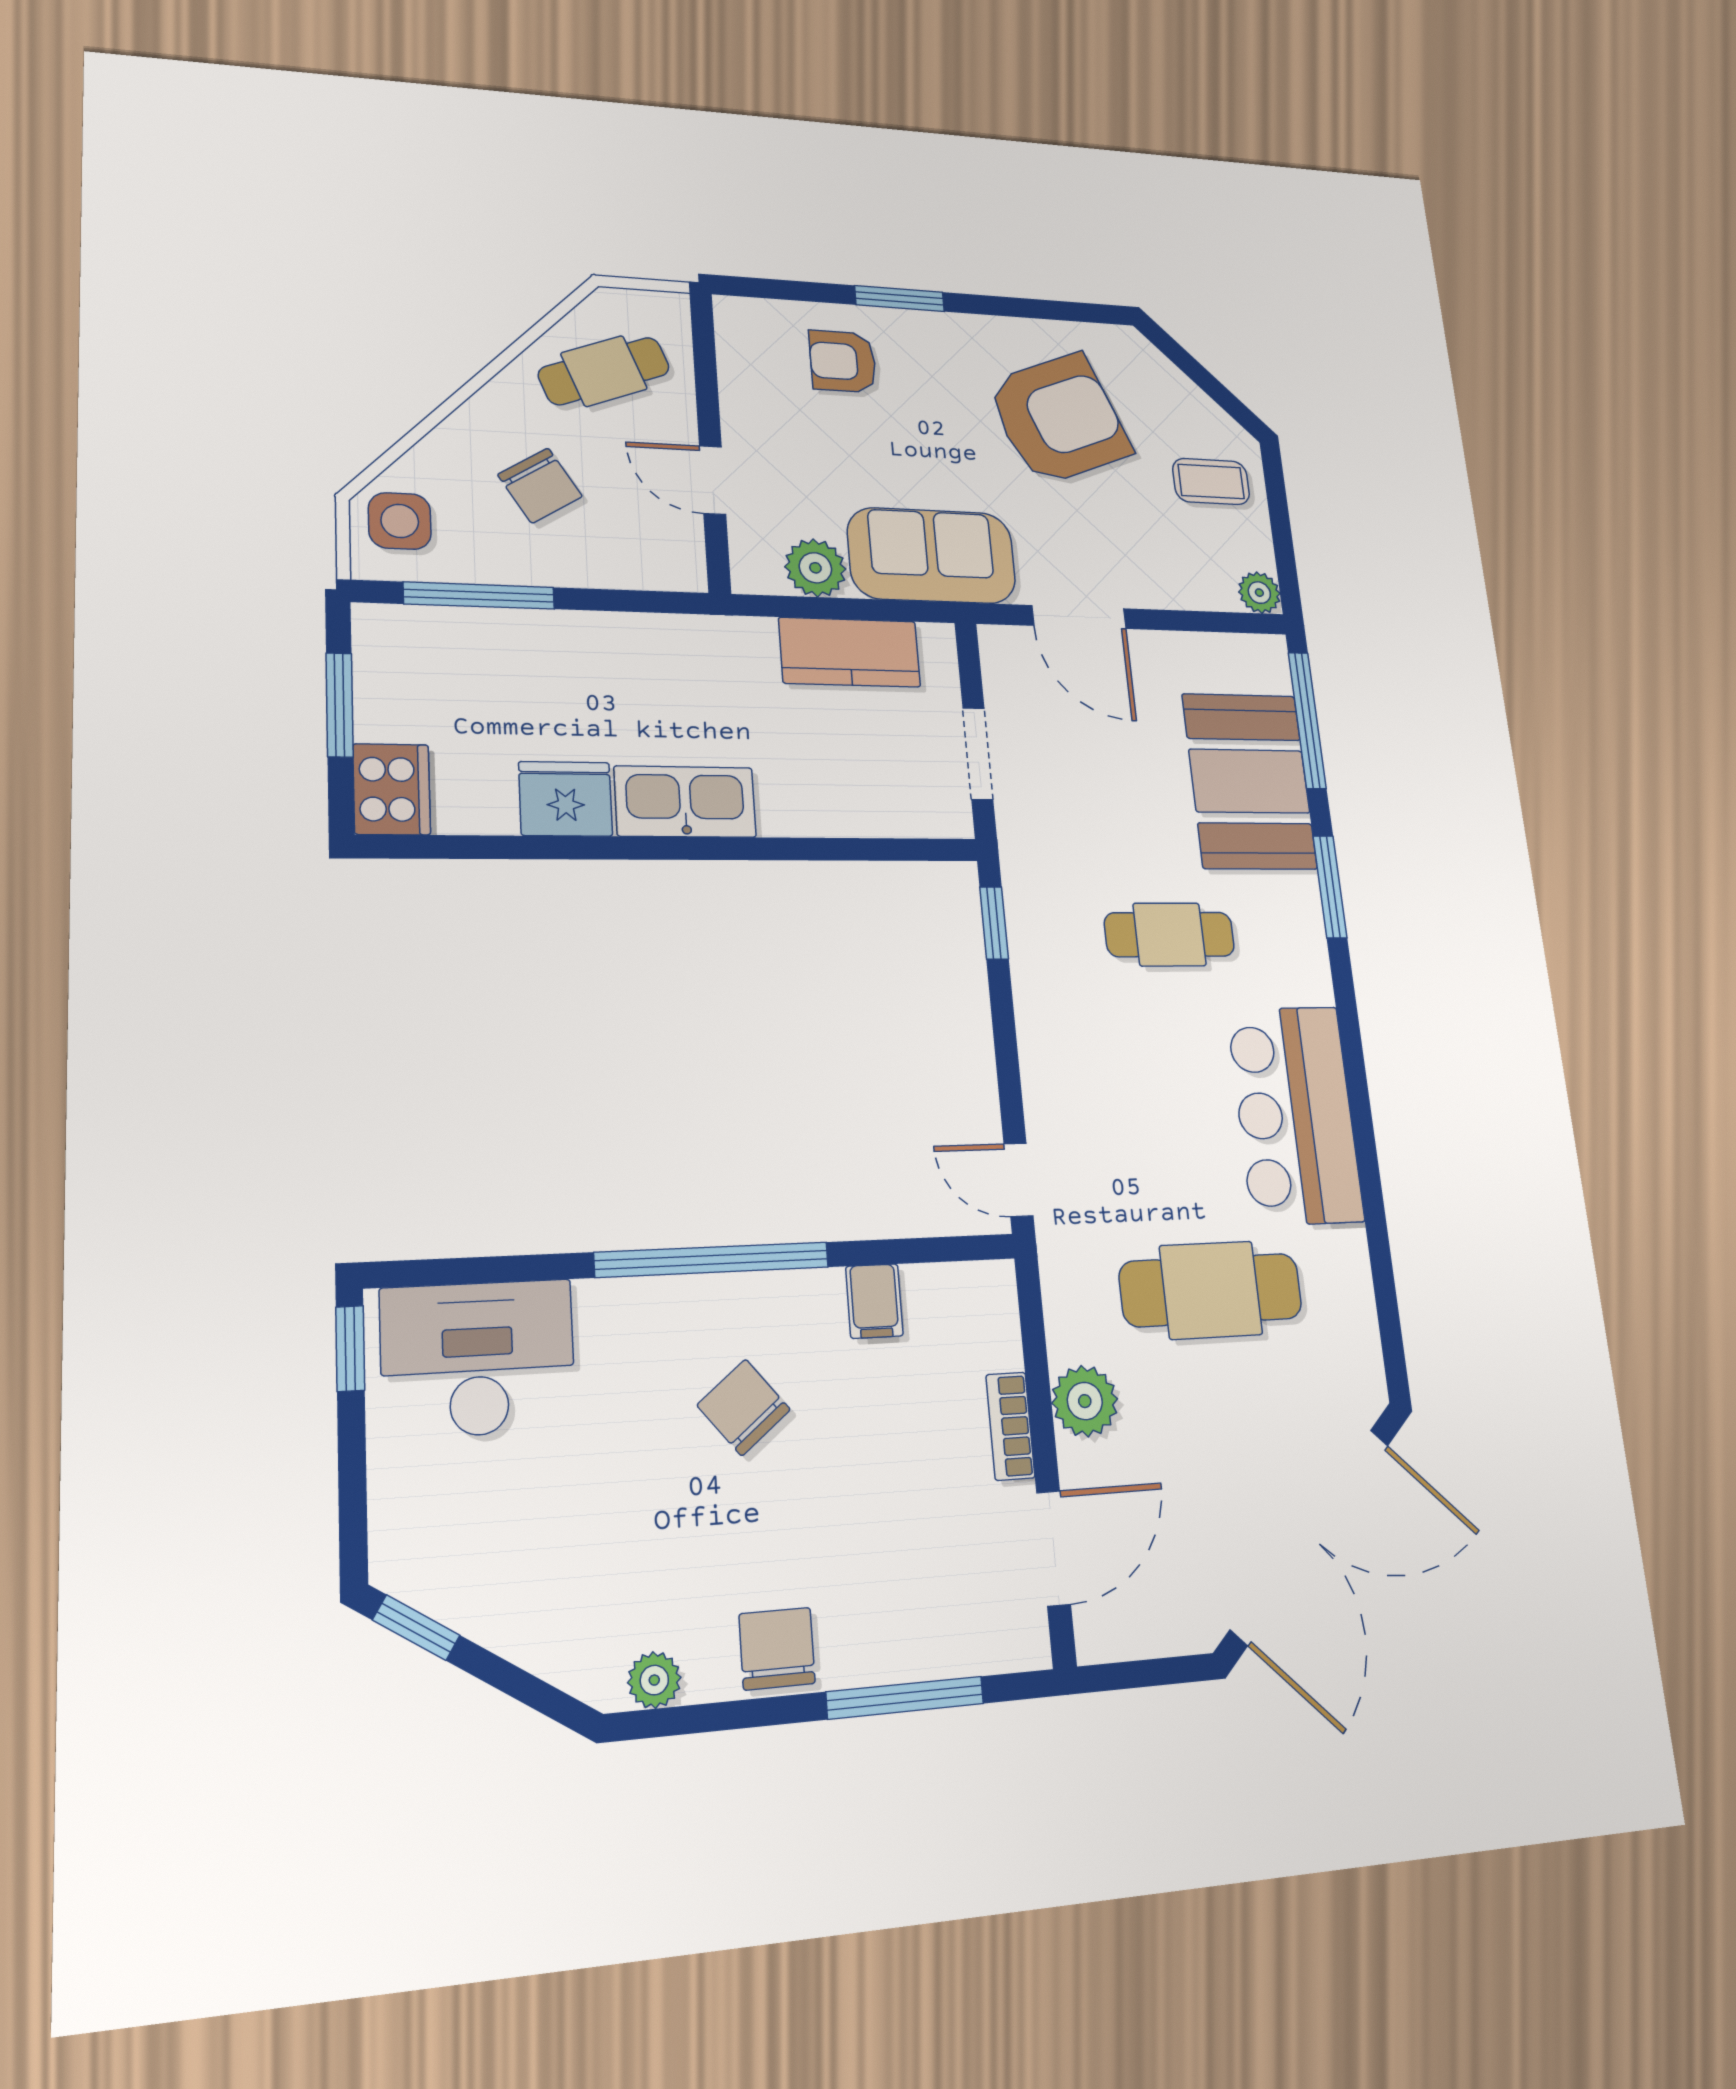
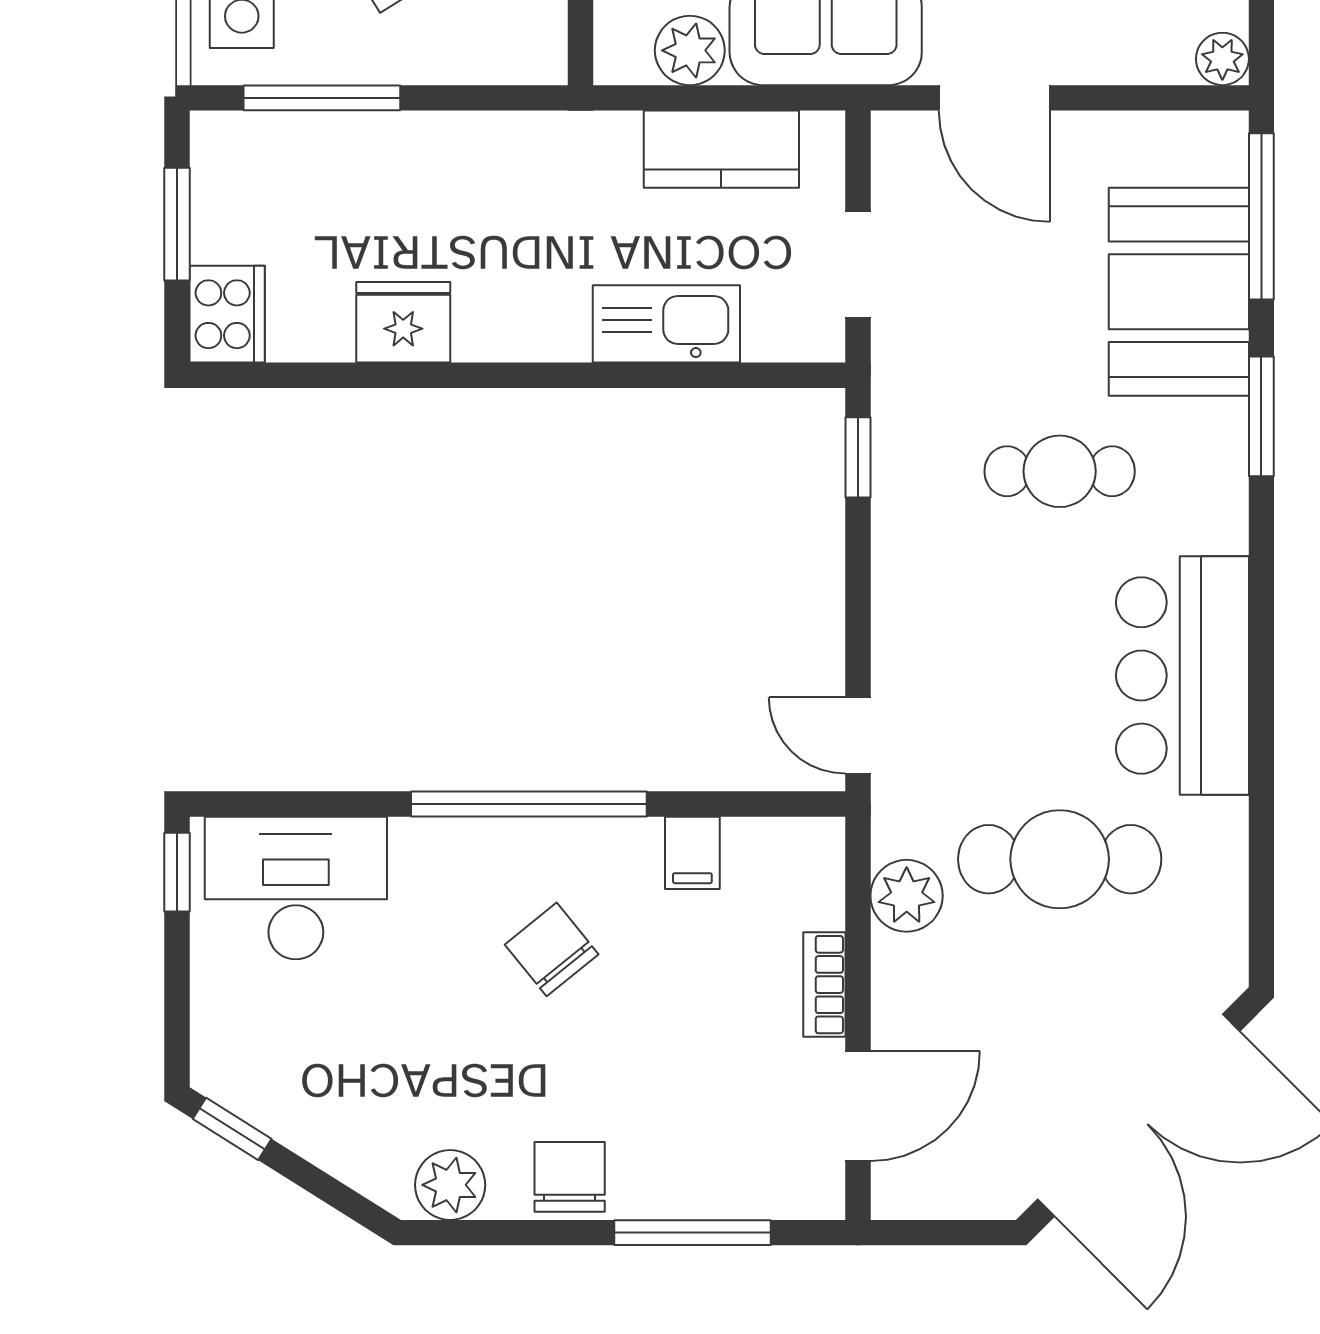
kitchen sink: (685, 802) -> (666, 324), moved
plant: (1085, 1401) -> (907, 896), moved
plant: (654, 1680) -> (450, 1185), width x1.38, depth x1.38

